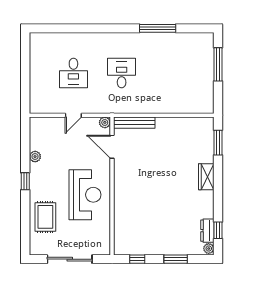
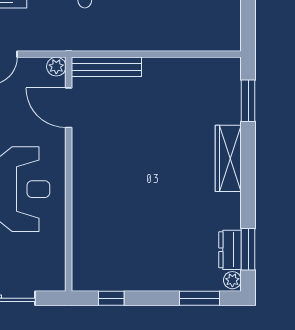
wardrobe: (206, 177) -> (228, 158), width x1.50
window: (218, 230) -> (248, 249), width x1.50
window: (176, 259) -> (199, 298), moved

